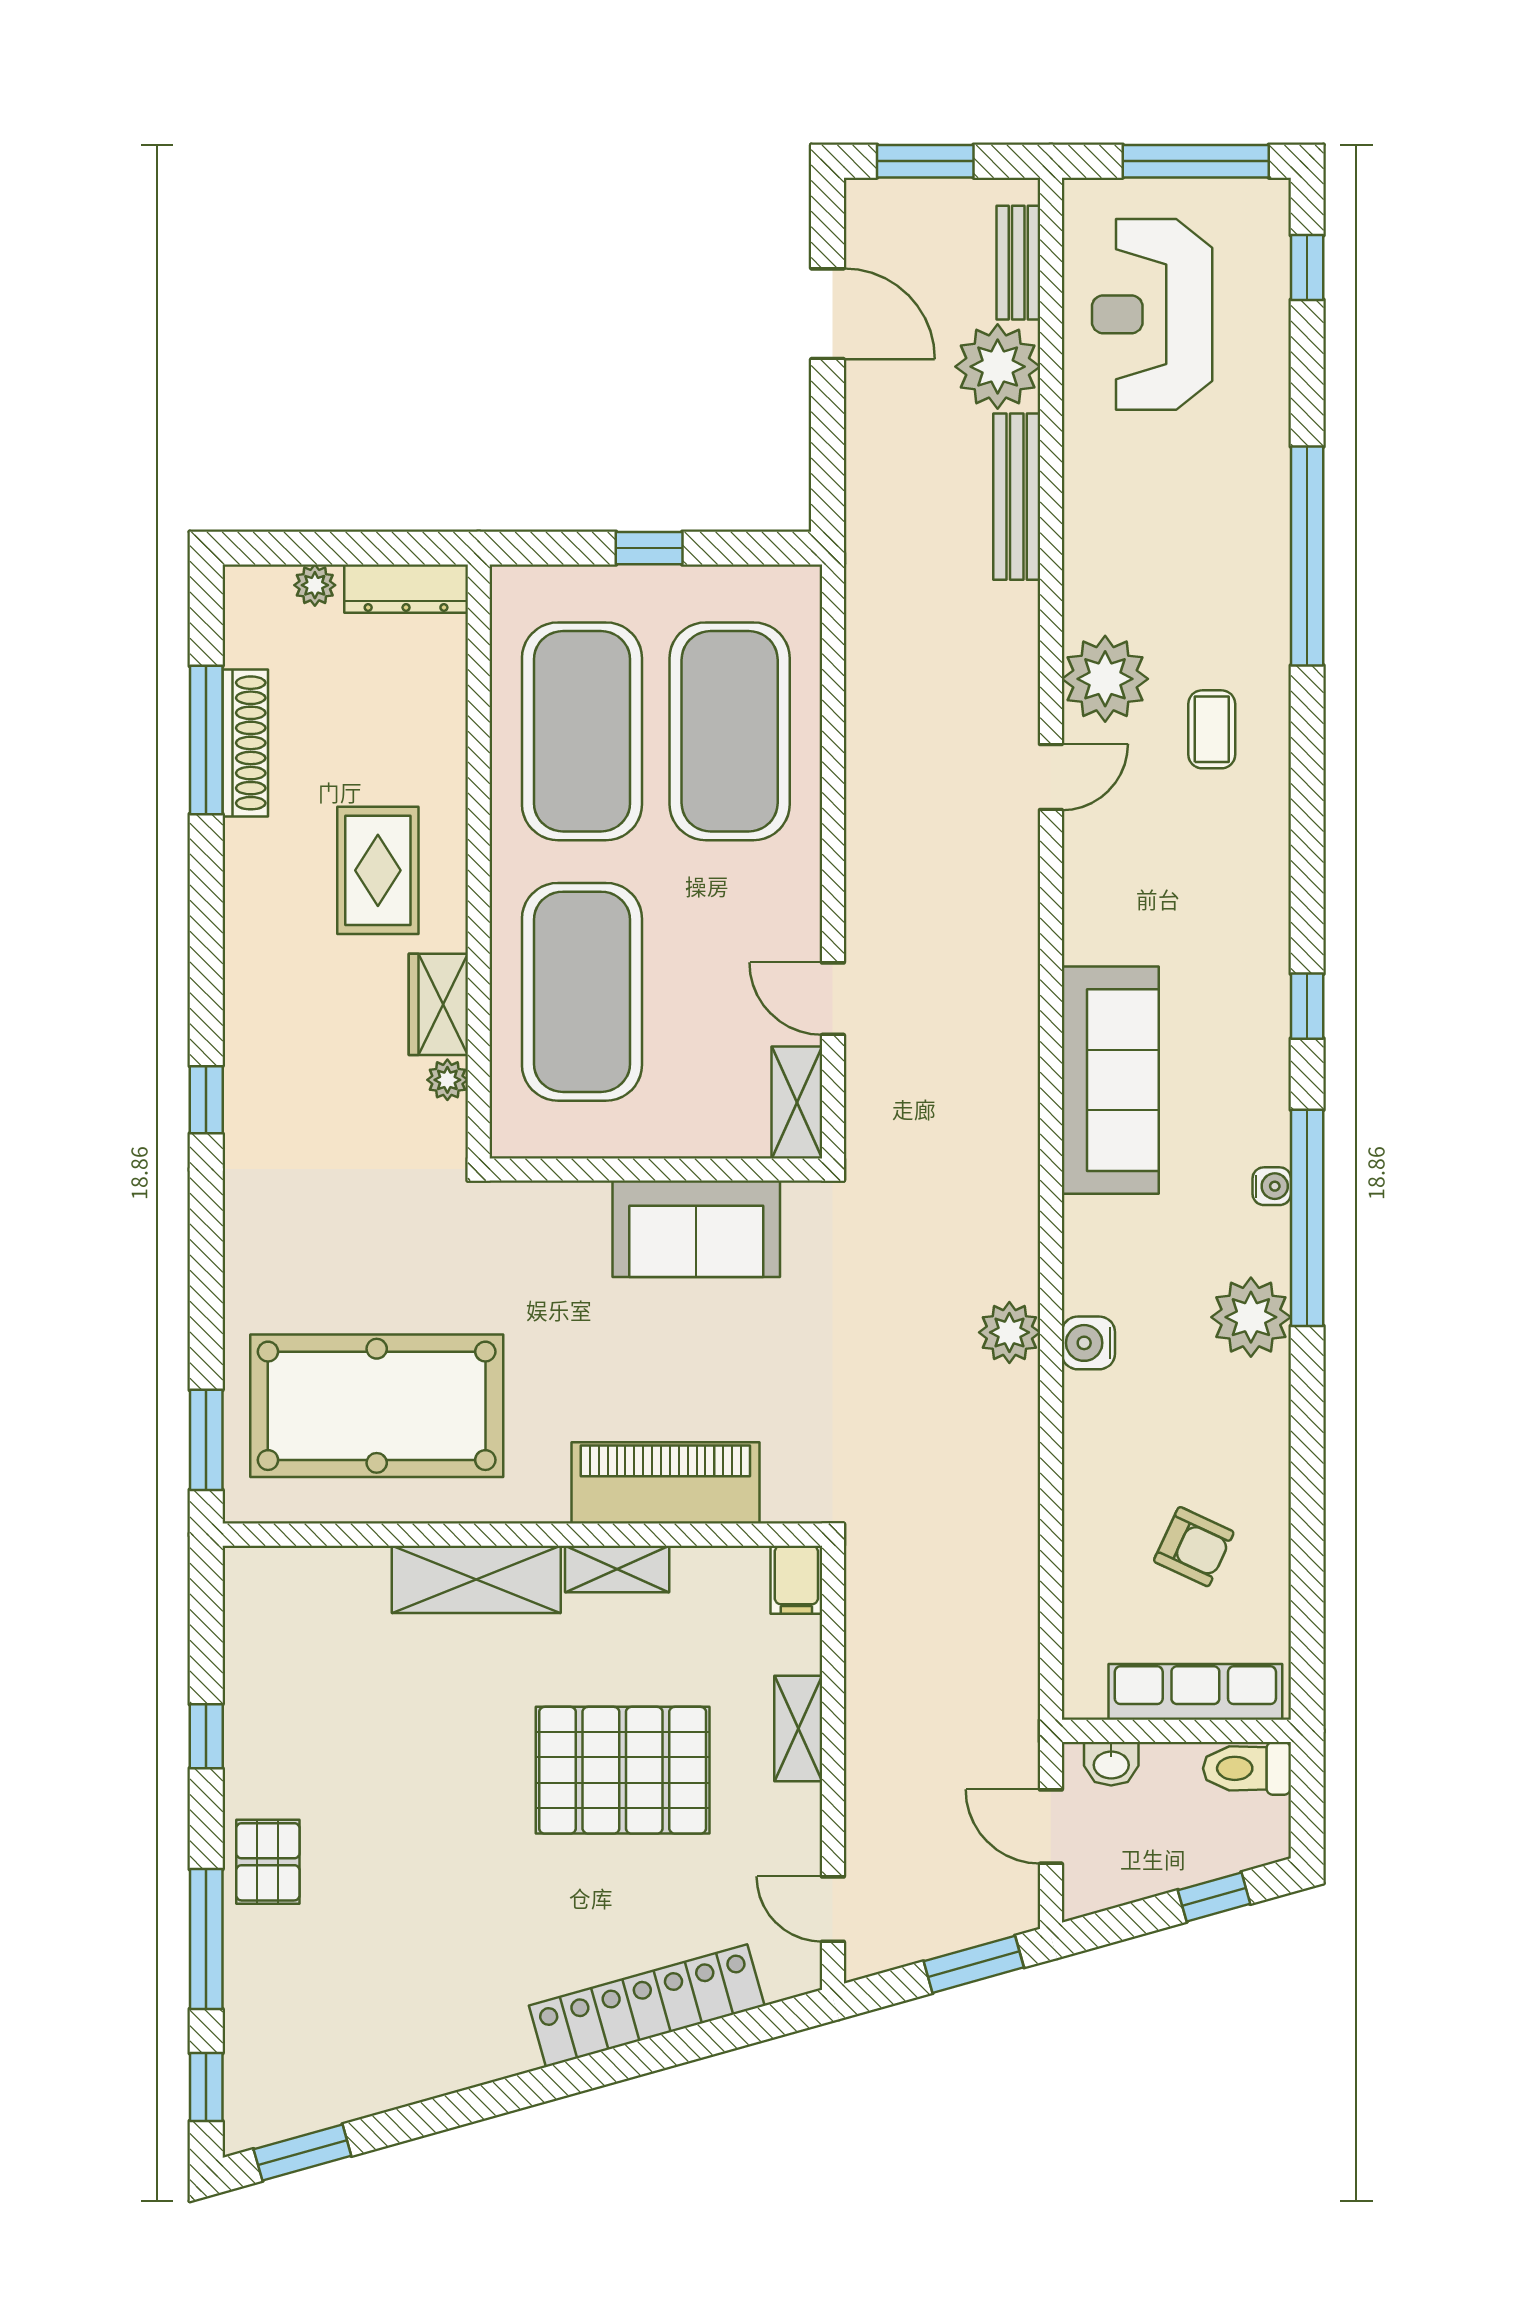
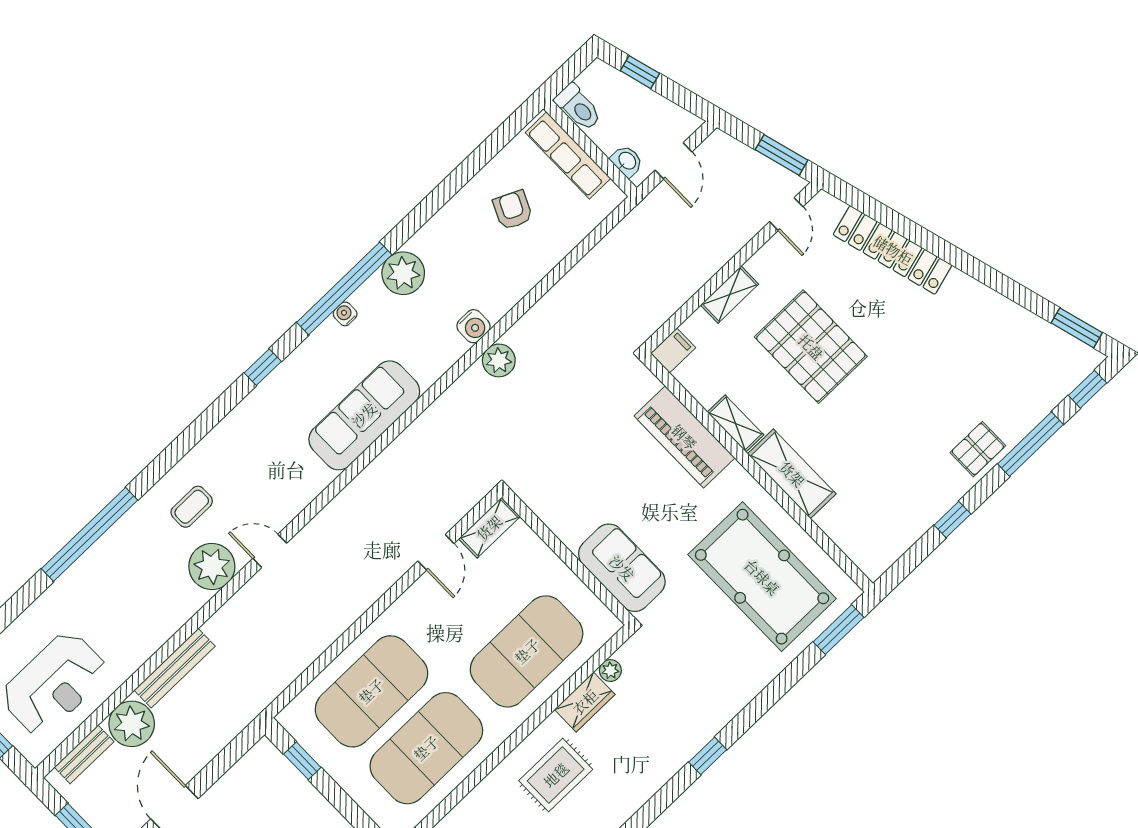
window: (649, 548) -> (302, 761), moved
sofa: (696, 1229) -> (622, 568), moved
window: (974, 1964) -> (782, 155), moved

